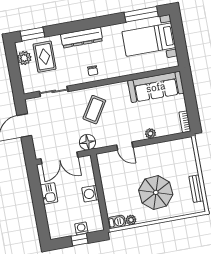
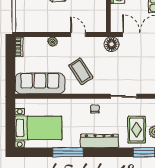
window: (141, 14) -> (68, 152), moved
sliding door: (54, 91) -> (124, 96), moved
coffee table: (94, 110) -> (81, 71), moved, turned -65

